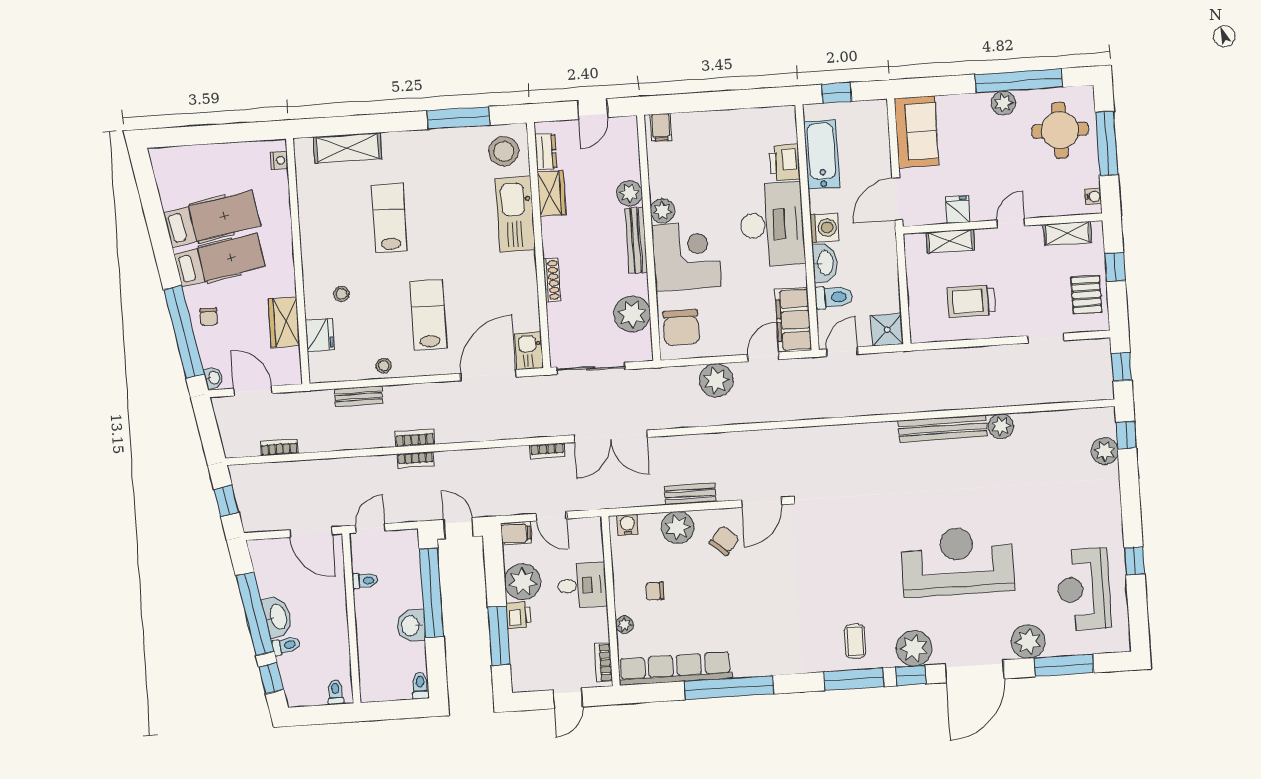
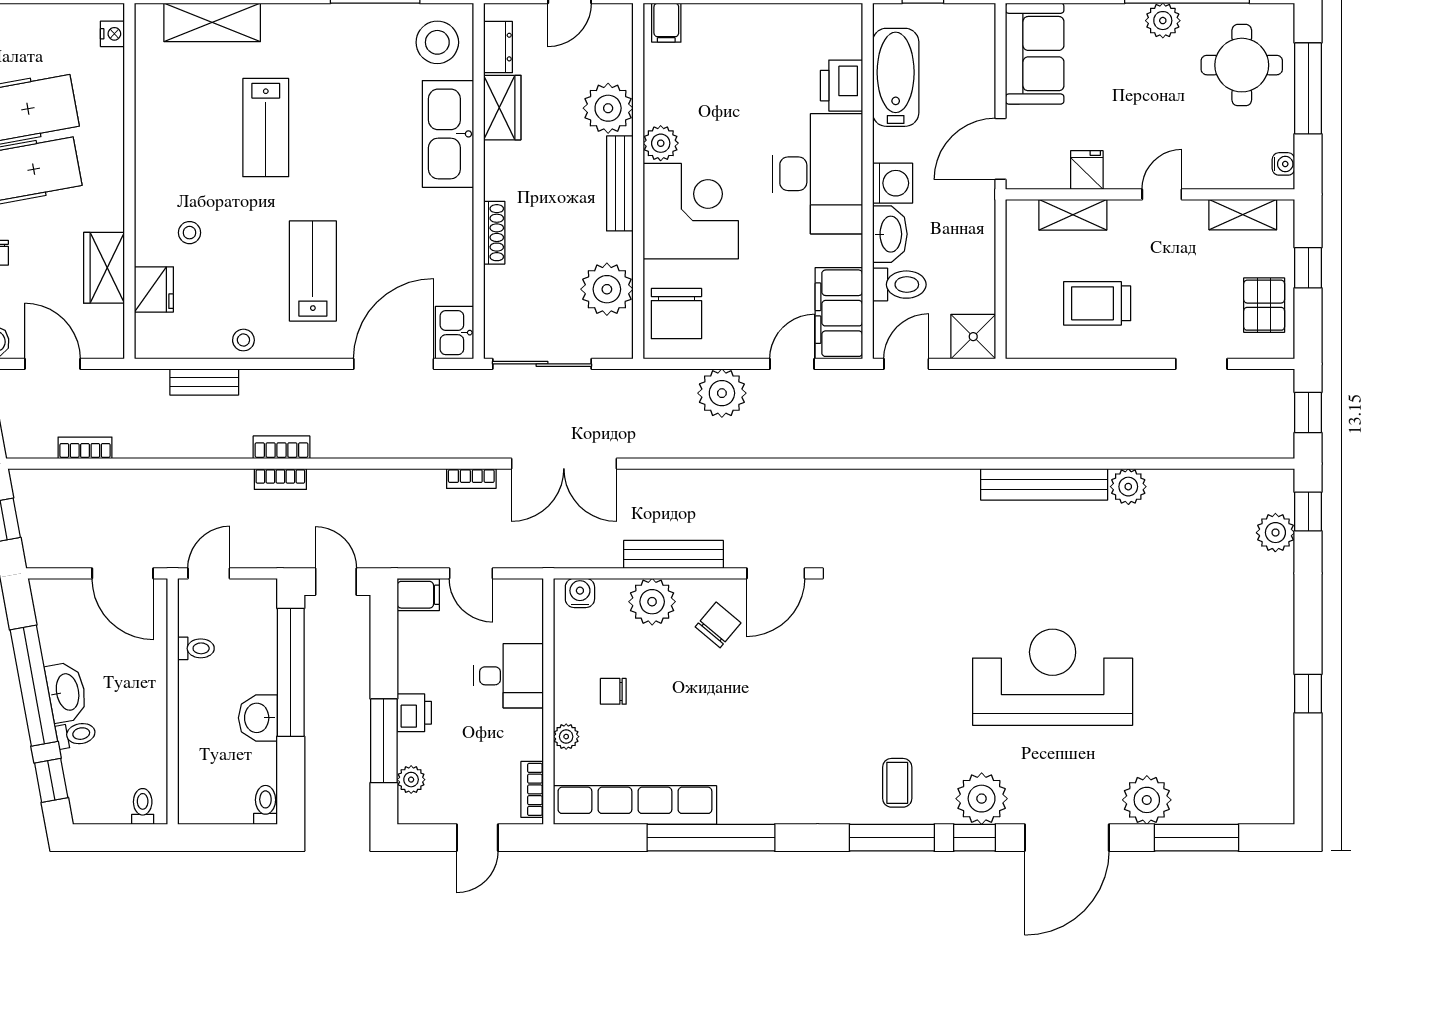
plant: (630, 193) -> (608, 108), width x1.36, depth x1.36
lab bench: (389, 218) -> (266, 128), turned 180
bench: (690, 494) -> (674, 554), width x1.36
plant: (523, 582) -> (411, 780), moved, width x0.53, depth x0.53
reception desk: (1084, 589) -> (1232, 730), removed

